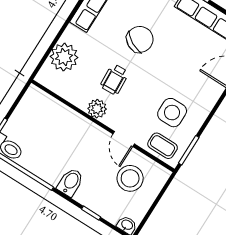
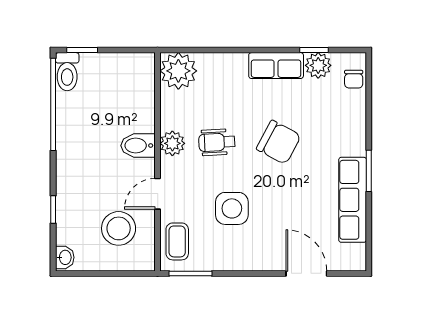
plant: (64, 57) -> (178, 71), moved
side table: (172, 113) -> (232, 208), moved
bidet: (70, 182) -> (138, 146), moved, turned 180

